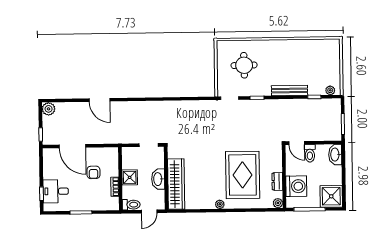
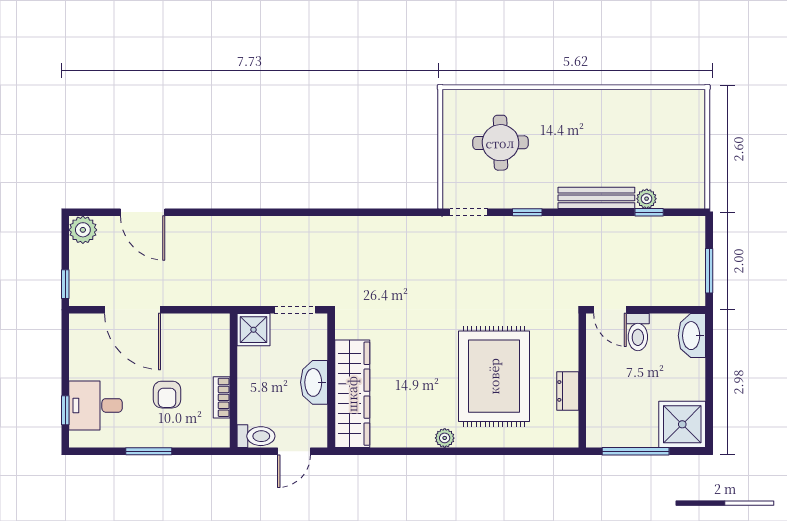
plant: (330, 90) -> (647, 199), moved
door: (100, 100) -> (143, 212), moved
armchair: (93, 172) -> (167, 395), moved
shower: (130, 177) -> (254, 330), moved
washing machine: (296, 186) -> (608, 402), removed
plant: (278, 203) -> (568, 437), removed

